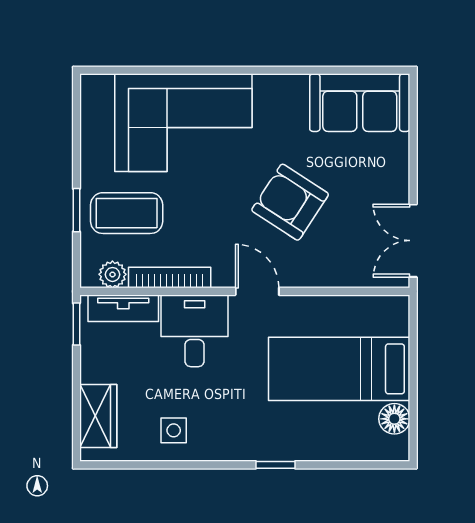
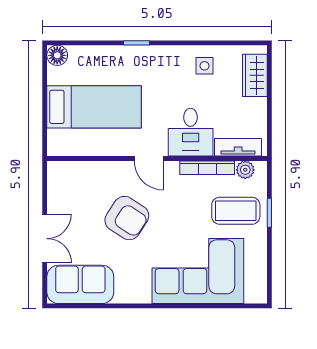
double door: (413, 241) -> (45, 239), moved
window: (76, 324) -> (269, 137), removed
floor lamp: (394, 419) -> (57, 55), moved

